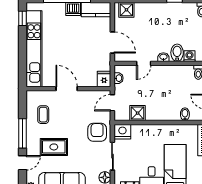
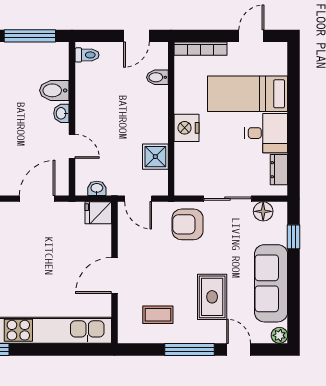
washing machine: (189, 56) -> (60, 70), removed
nightstand: (122, 132) -> (187, 128), moved

